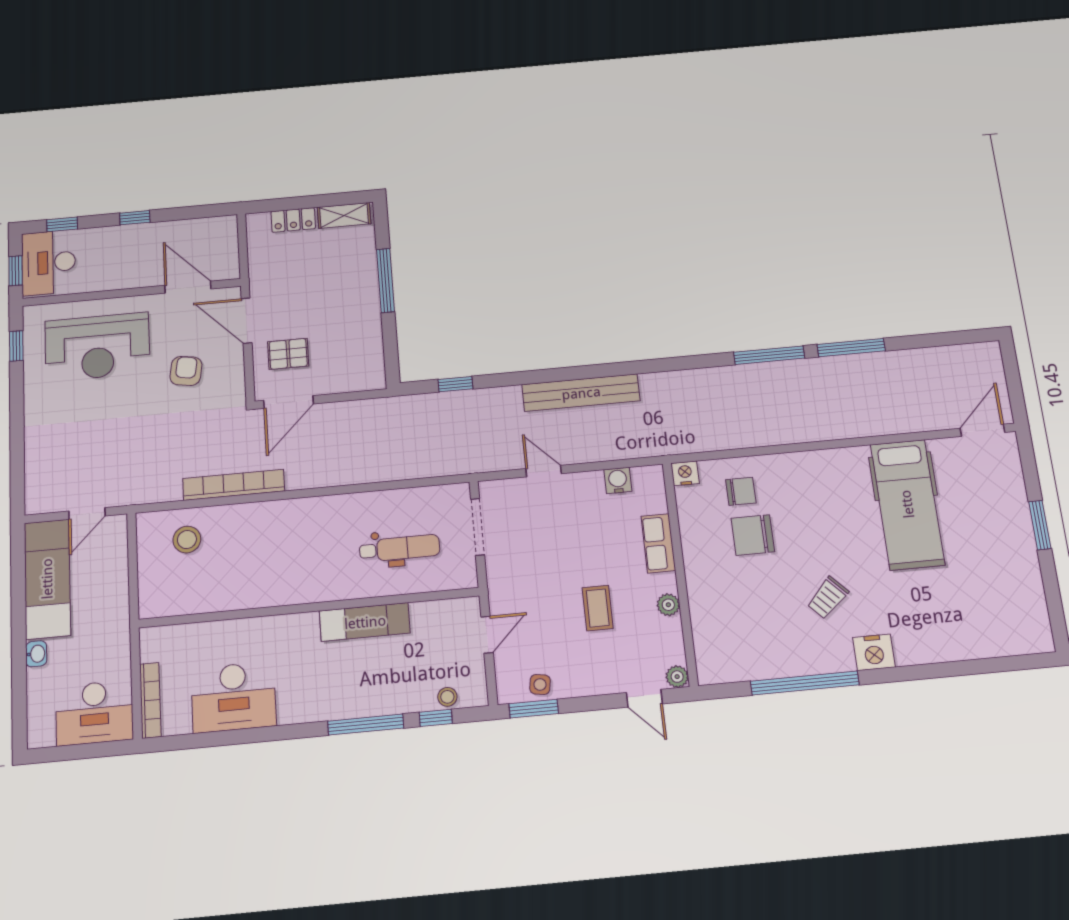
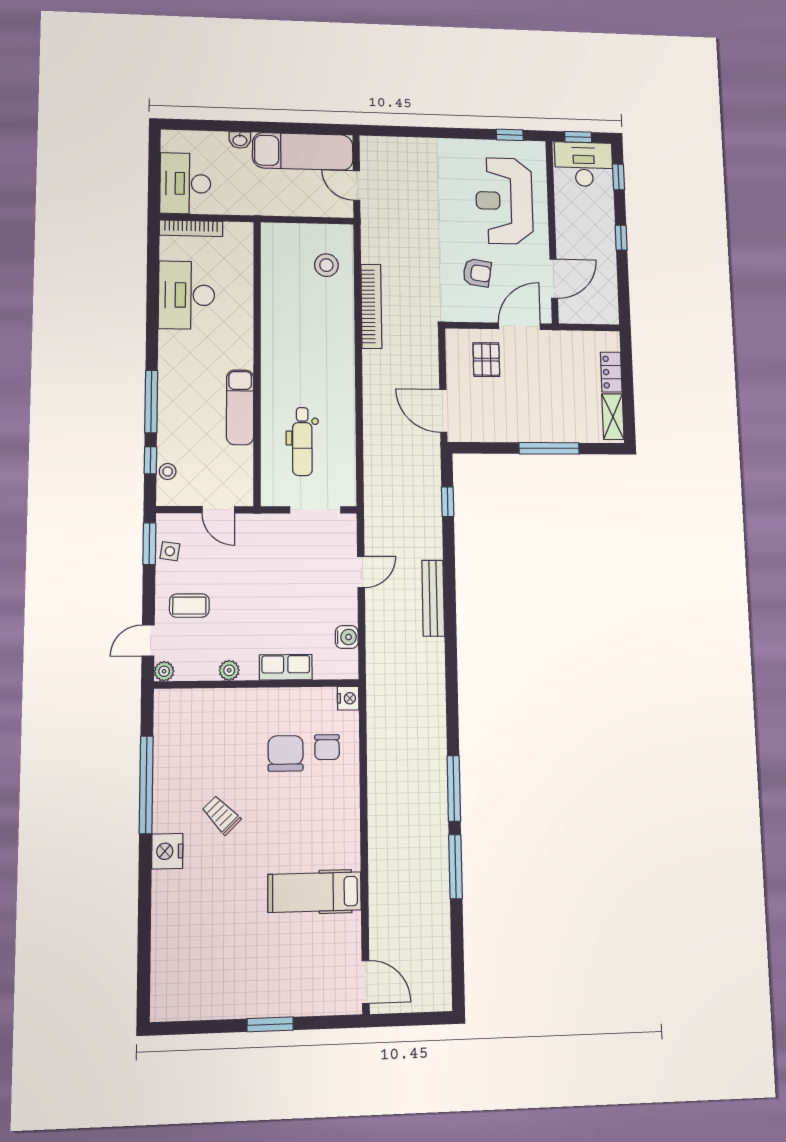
bench: (581, 393) -> (433, 598), width x0.73, depth x0.82
door: (288, 402) -> (443, 411), moved
hospital bed: (907, 504) -> (315, 892), width x0.73, depth x0.78
coffee table: (598, 608) -> (189, 606), moved

